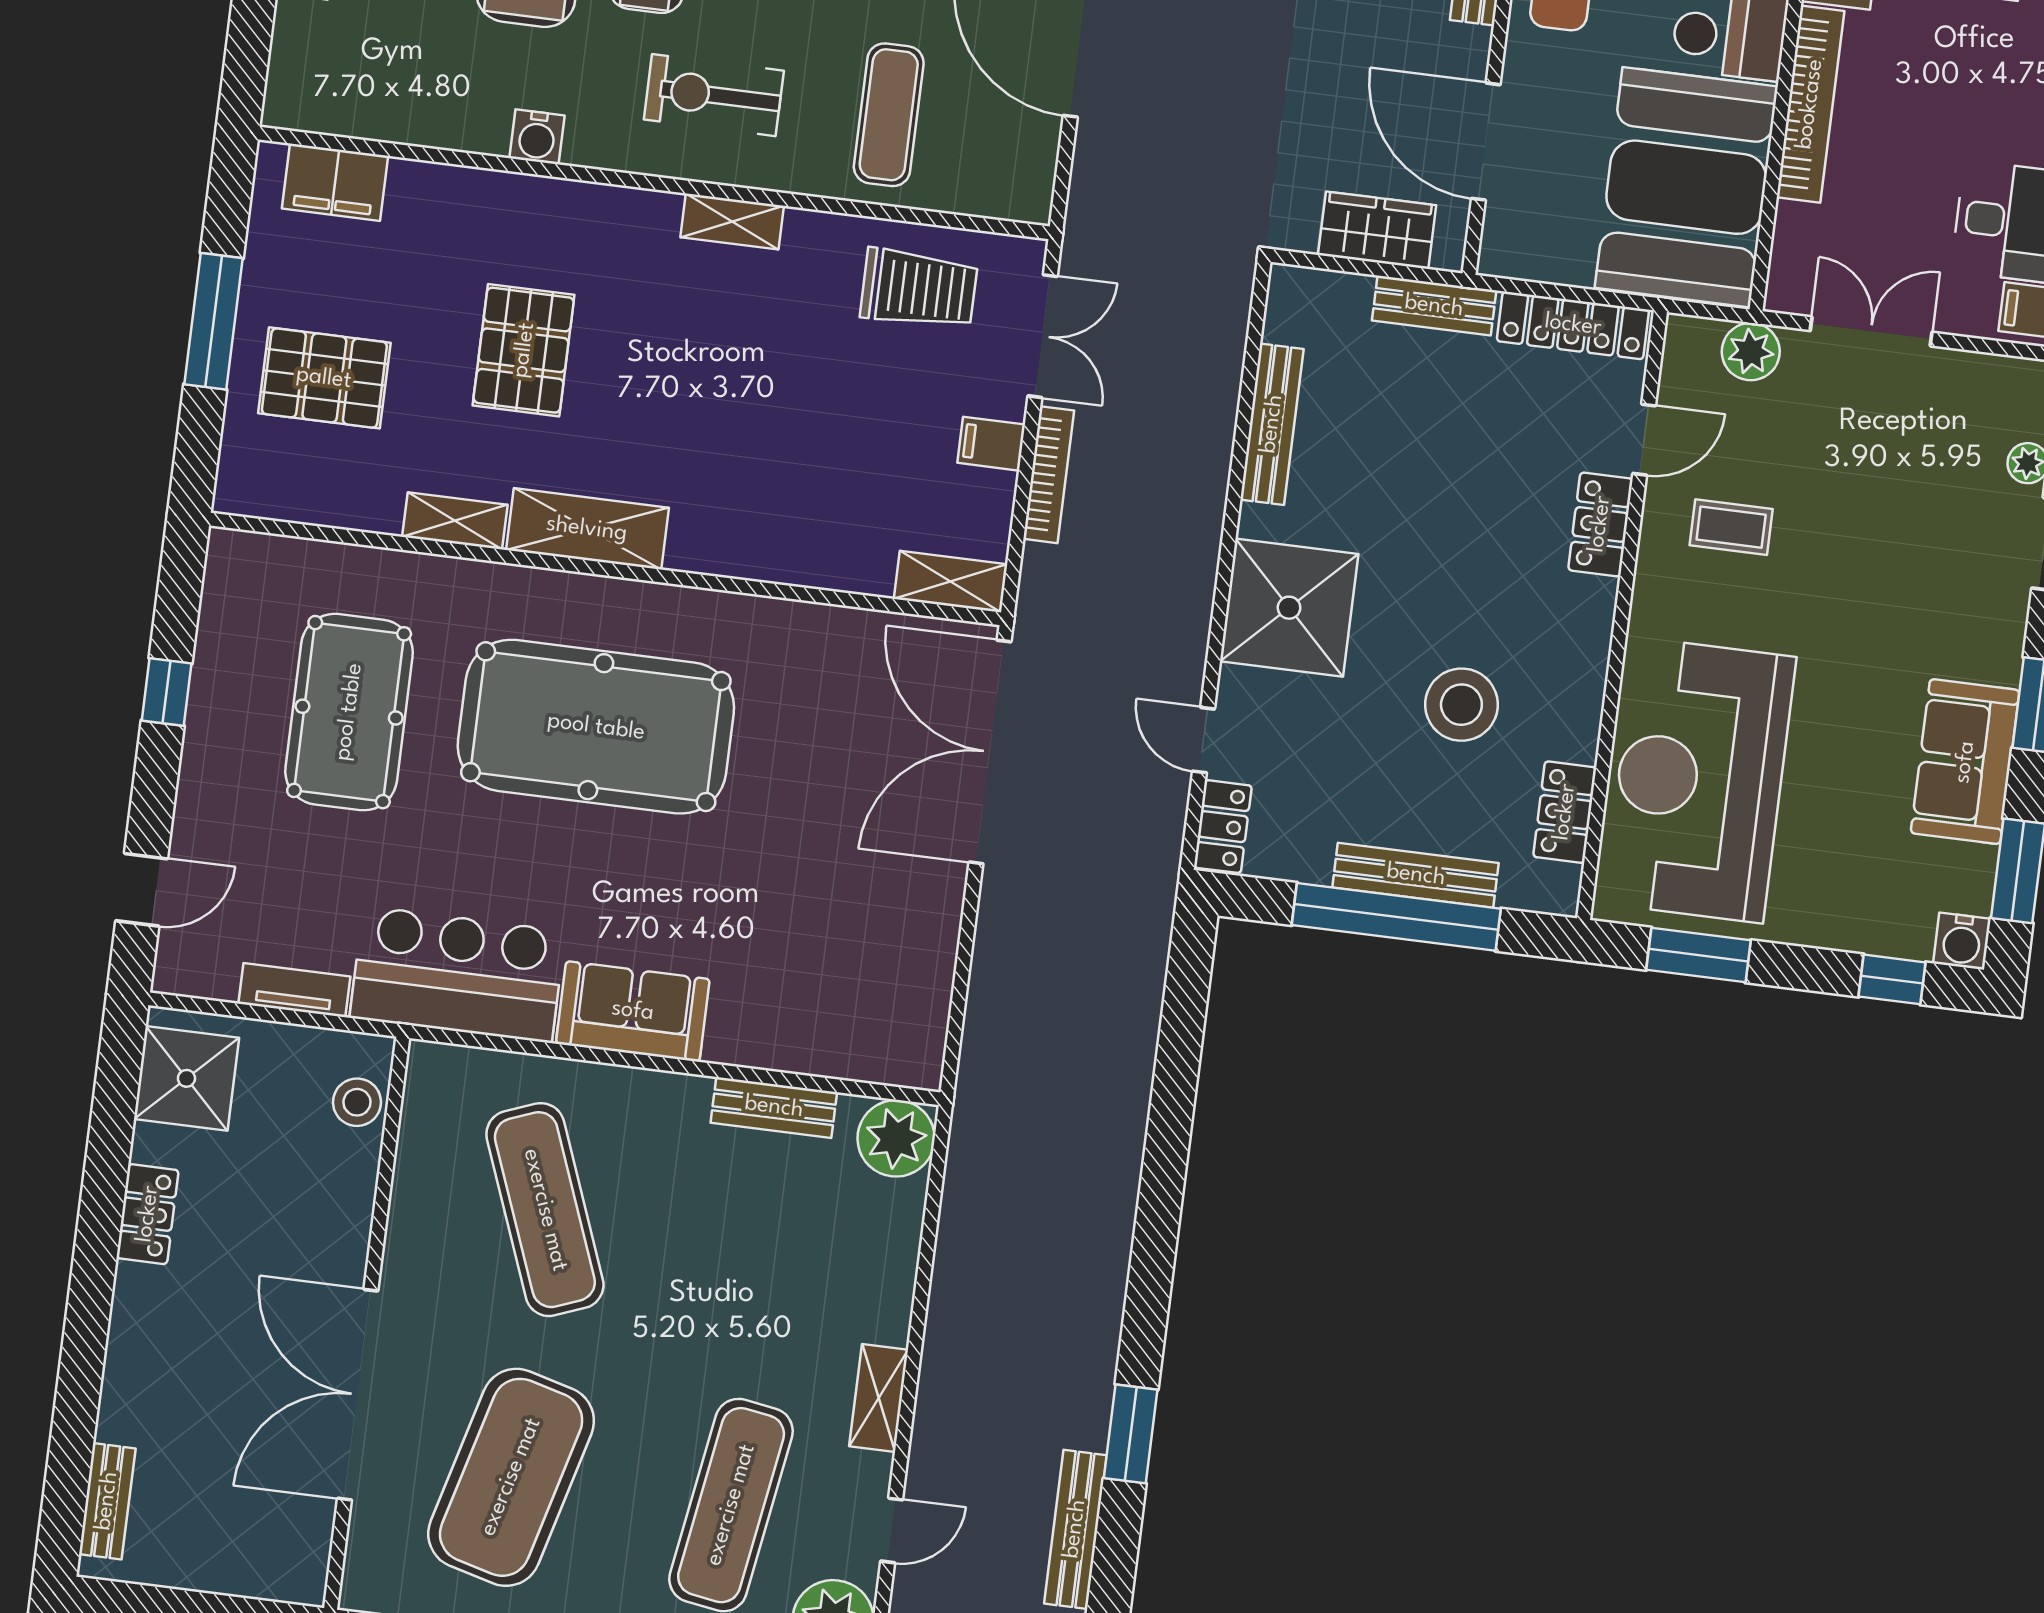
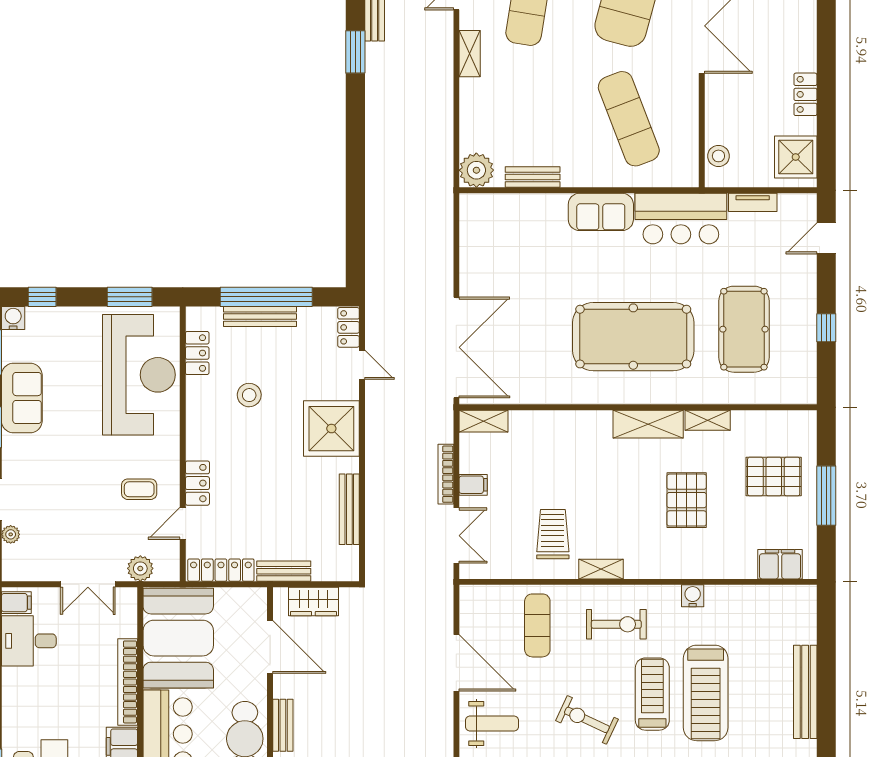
trolley: (919, 289) -> (553, 534), moved, turned 90
double door: (1043, 336) -> (456, 536), swing flipped
stool: (1461, 705) -> (249, 395), width x0.73, depth x0.73

